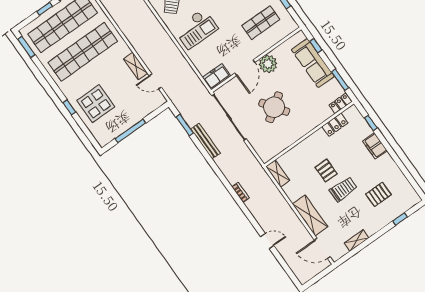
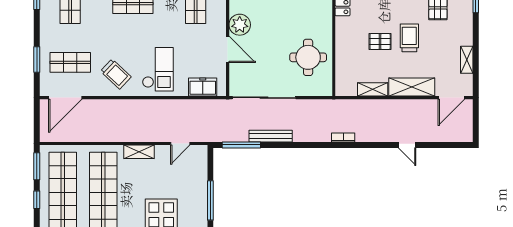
shelving: (136, 66) -> (139, 152), moved
freezer: (217, 77) -> (203, 87), moved, turned 90
round table: (274, 107) -> (308, 57), moved, turned 35
window: (185, 125) -> (241, 145), width x1.44
shelving: (278, 174) -> (373, 89), moved
door: (267, 241) -> (407, 145), swing flipped

